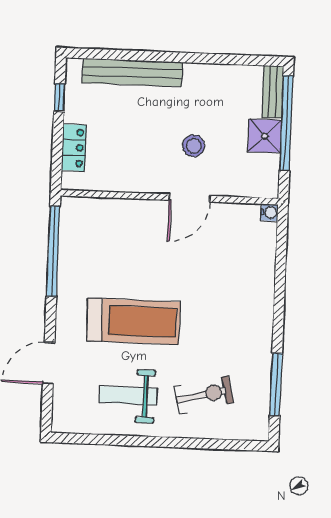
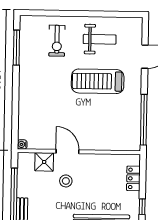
shower: (265, 136) -> (44, 162), moved
door: (190, 198) -> (67, 152), hinge flipped
exercise bike: (204, 395) -> (57, 41), turned -76

